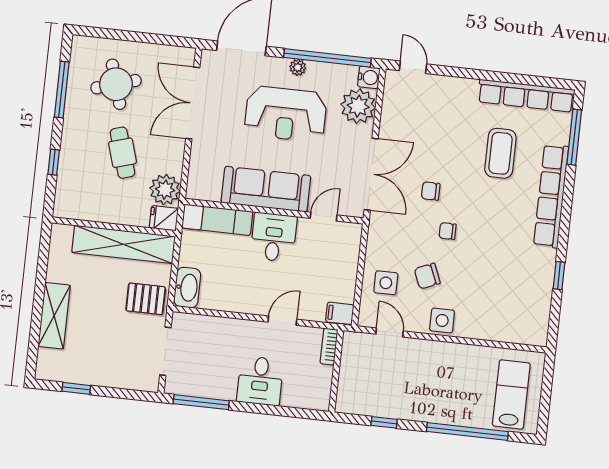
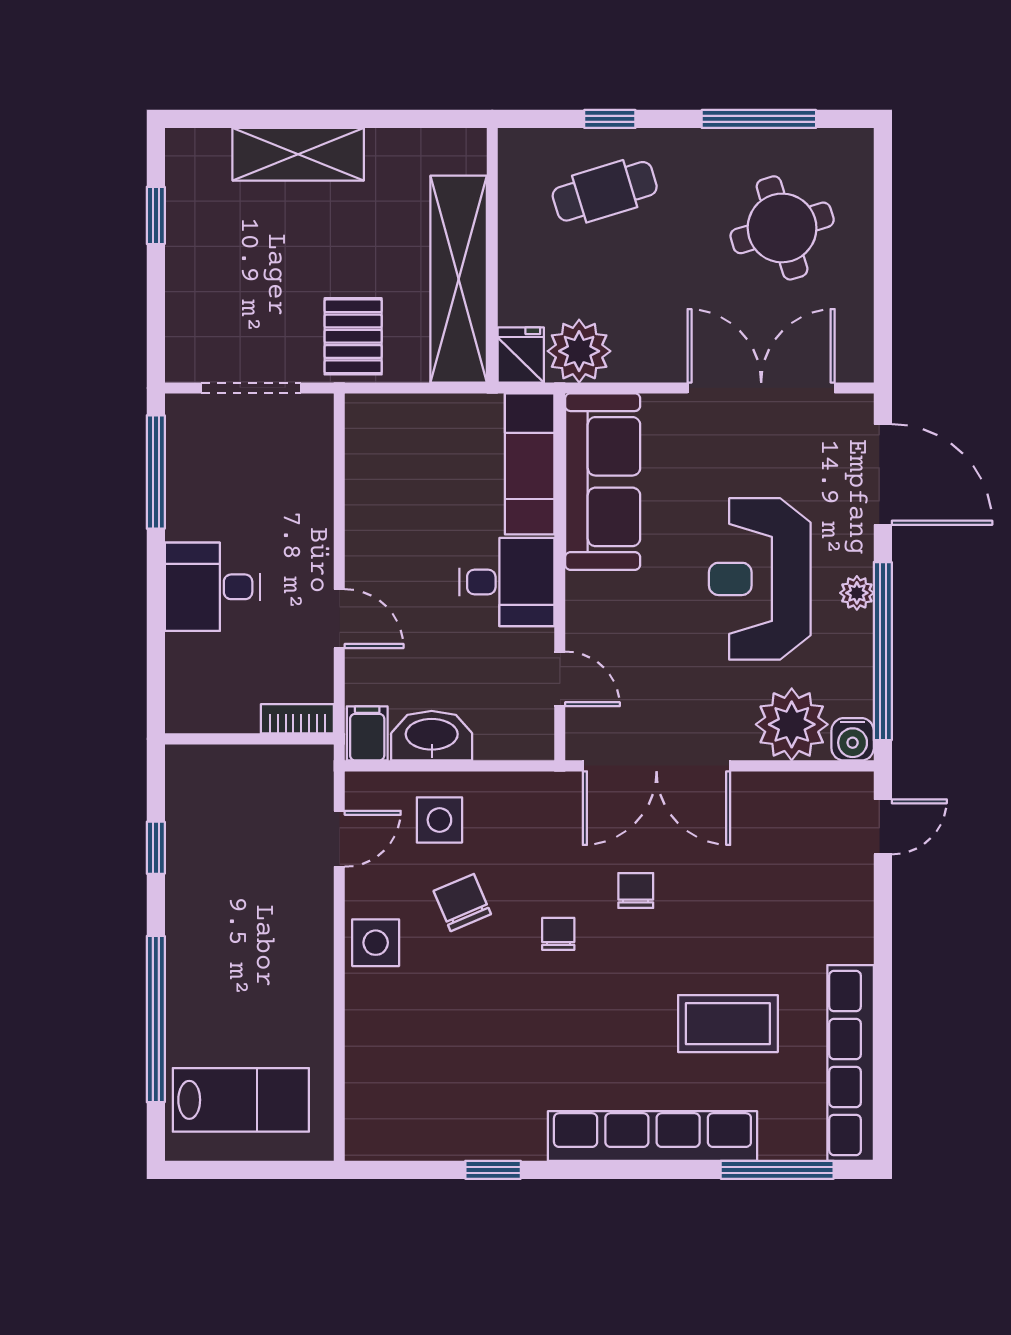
cafe table: (122, 153) -> (605, 191), moved
sofa: (266, 189) -> (603, 482), moved
washbasin: (187, 288) -> (432, 736), moved, turned 180

